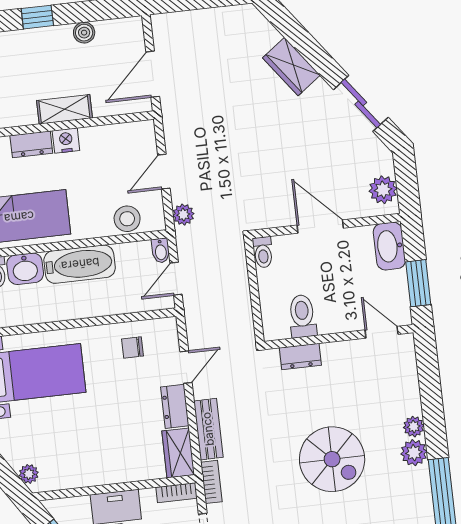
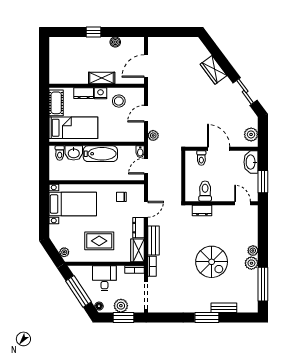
stool: (127, 219) -> (119, 101), moved
toilet: (263, 252) -> (201, 158), moved
rug: (98, 443) -> (99, 241), added

